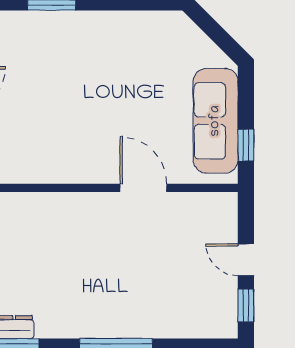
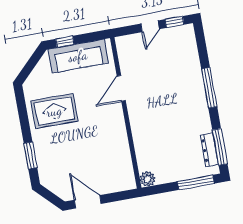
rug: (124, 60) -> (54, 111), added
window: (246, 145) -> (65, 42), moved

